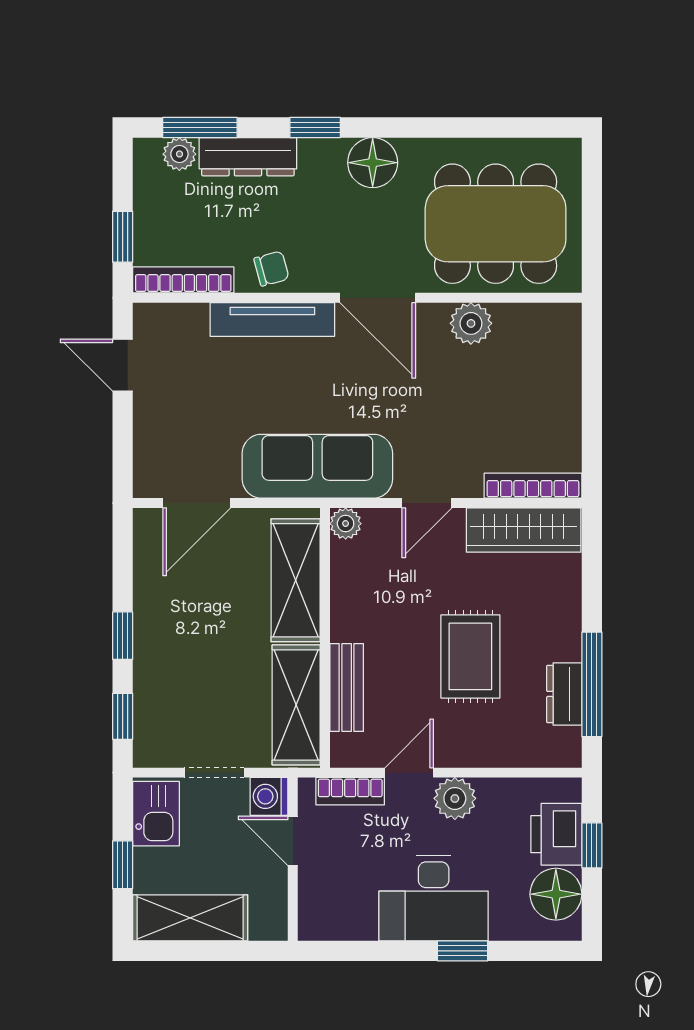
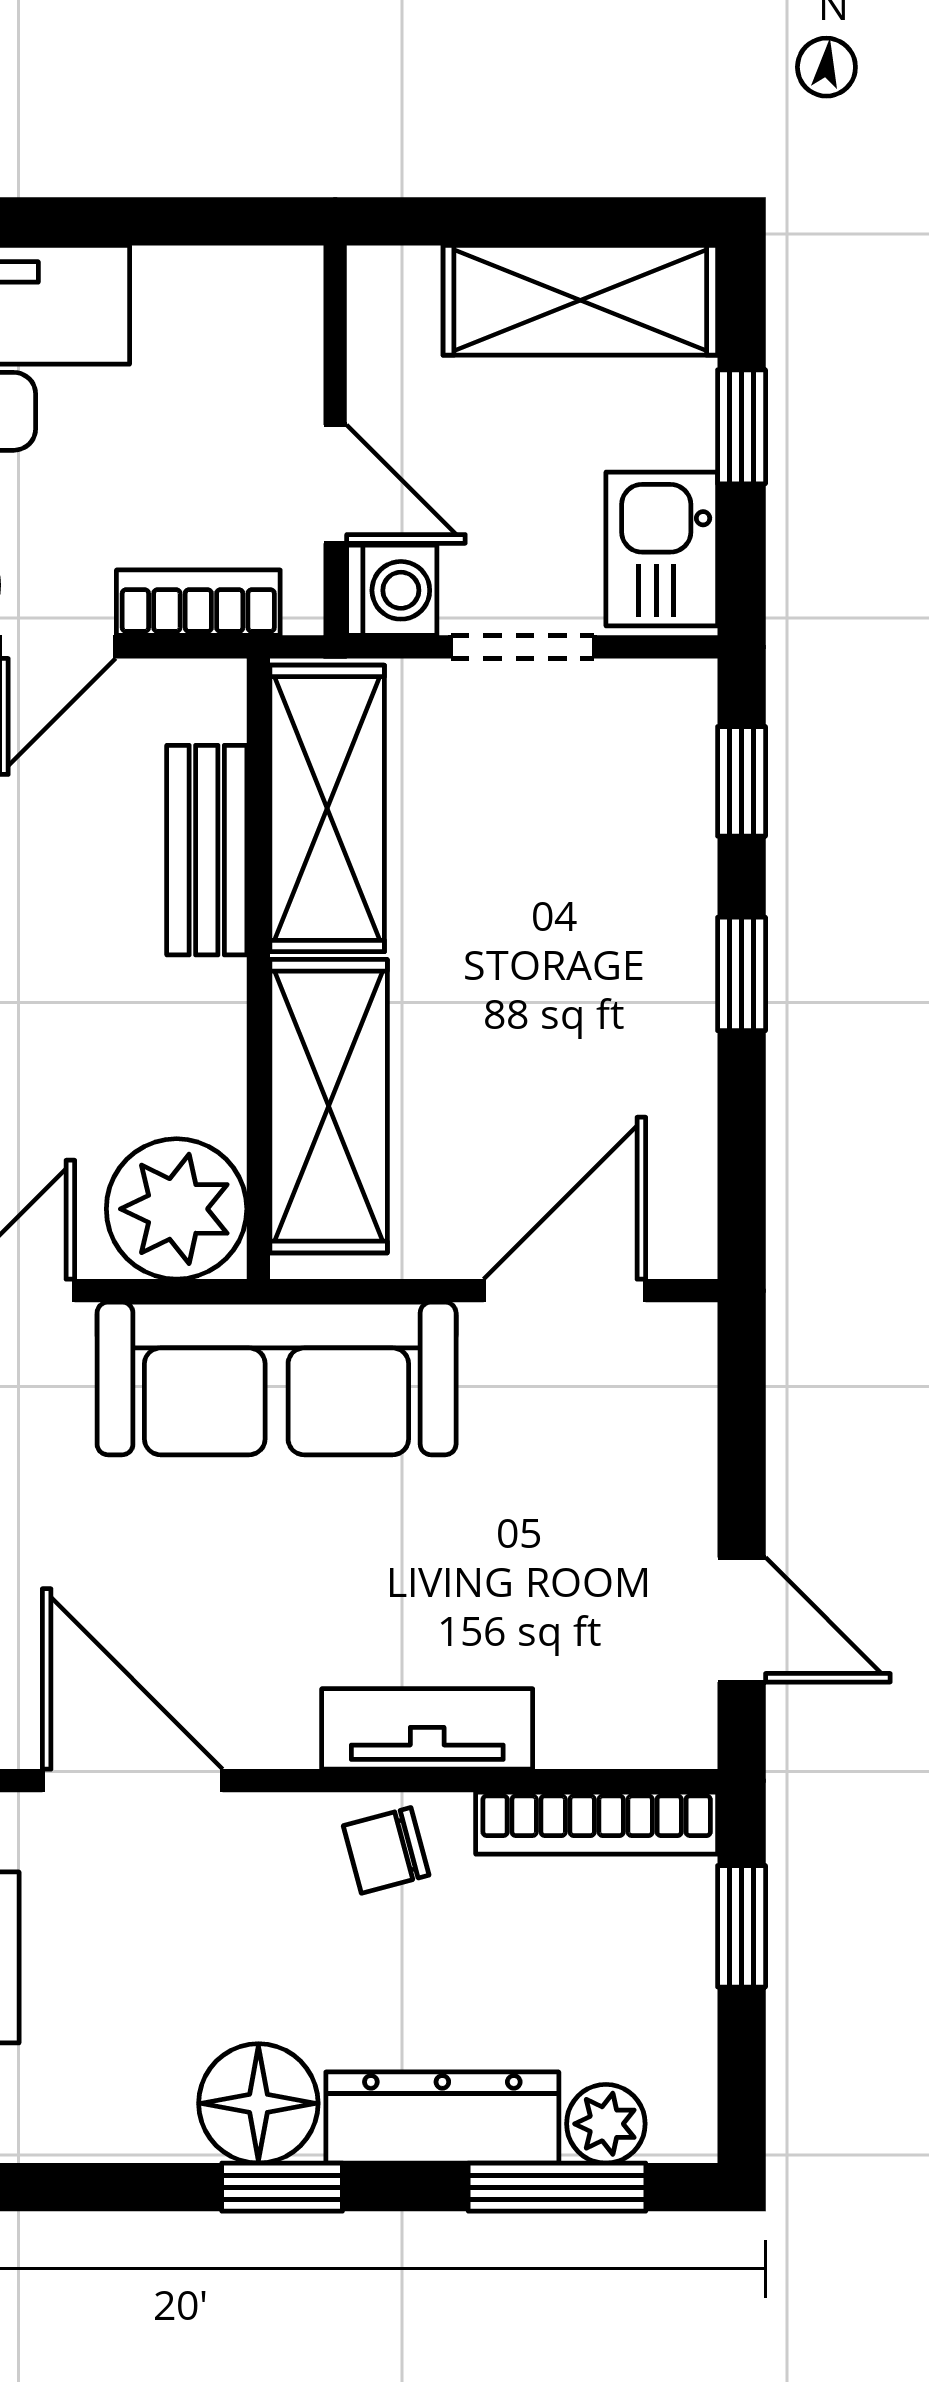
floor lamp: (373, 163) -> (258, 2103), moved
tv unit: (272, 319) -> (427, 1729), width x0.71
plant: (346, 524) -> (177, 1209), width x1.87, depth x1.87

